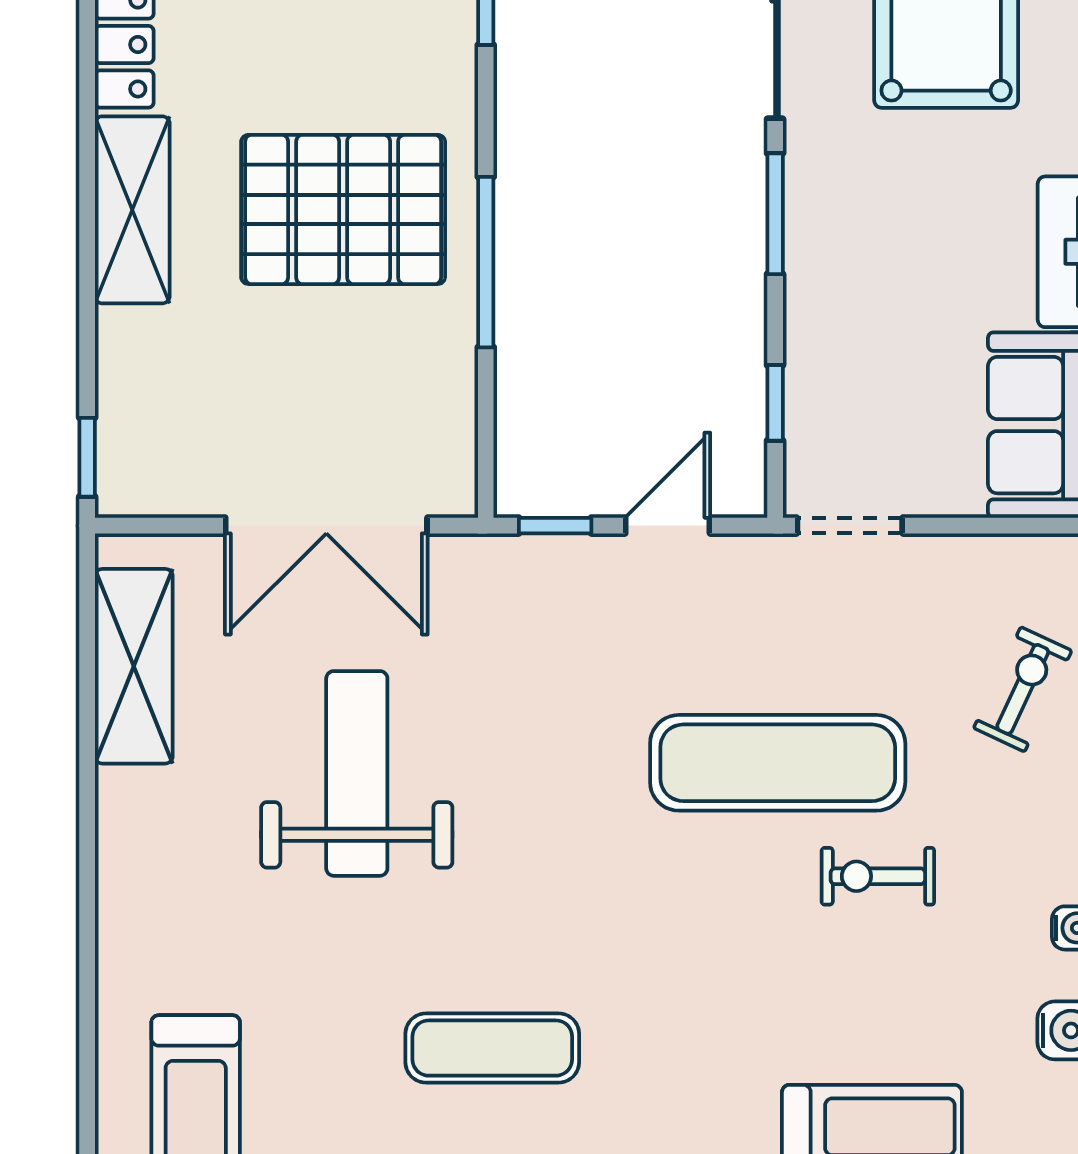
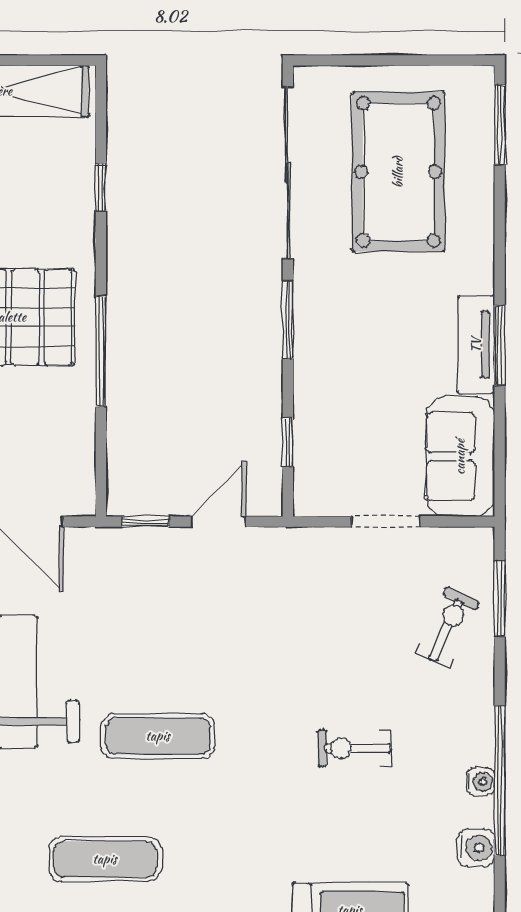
doorway: (850, 526) -> (386, 522), moved
exercise mat: (778, 763) -> (158, 736), moved, width x0.73, depth x0.69

